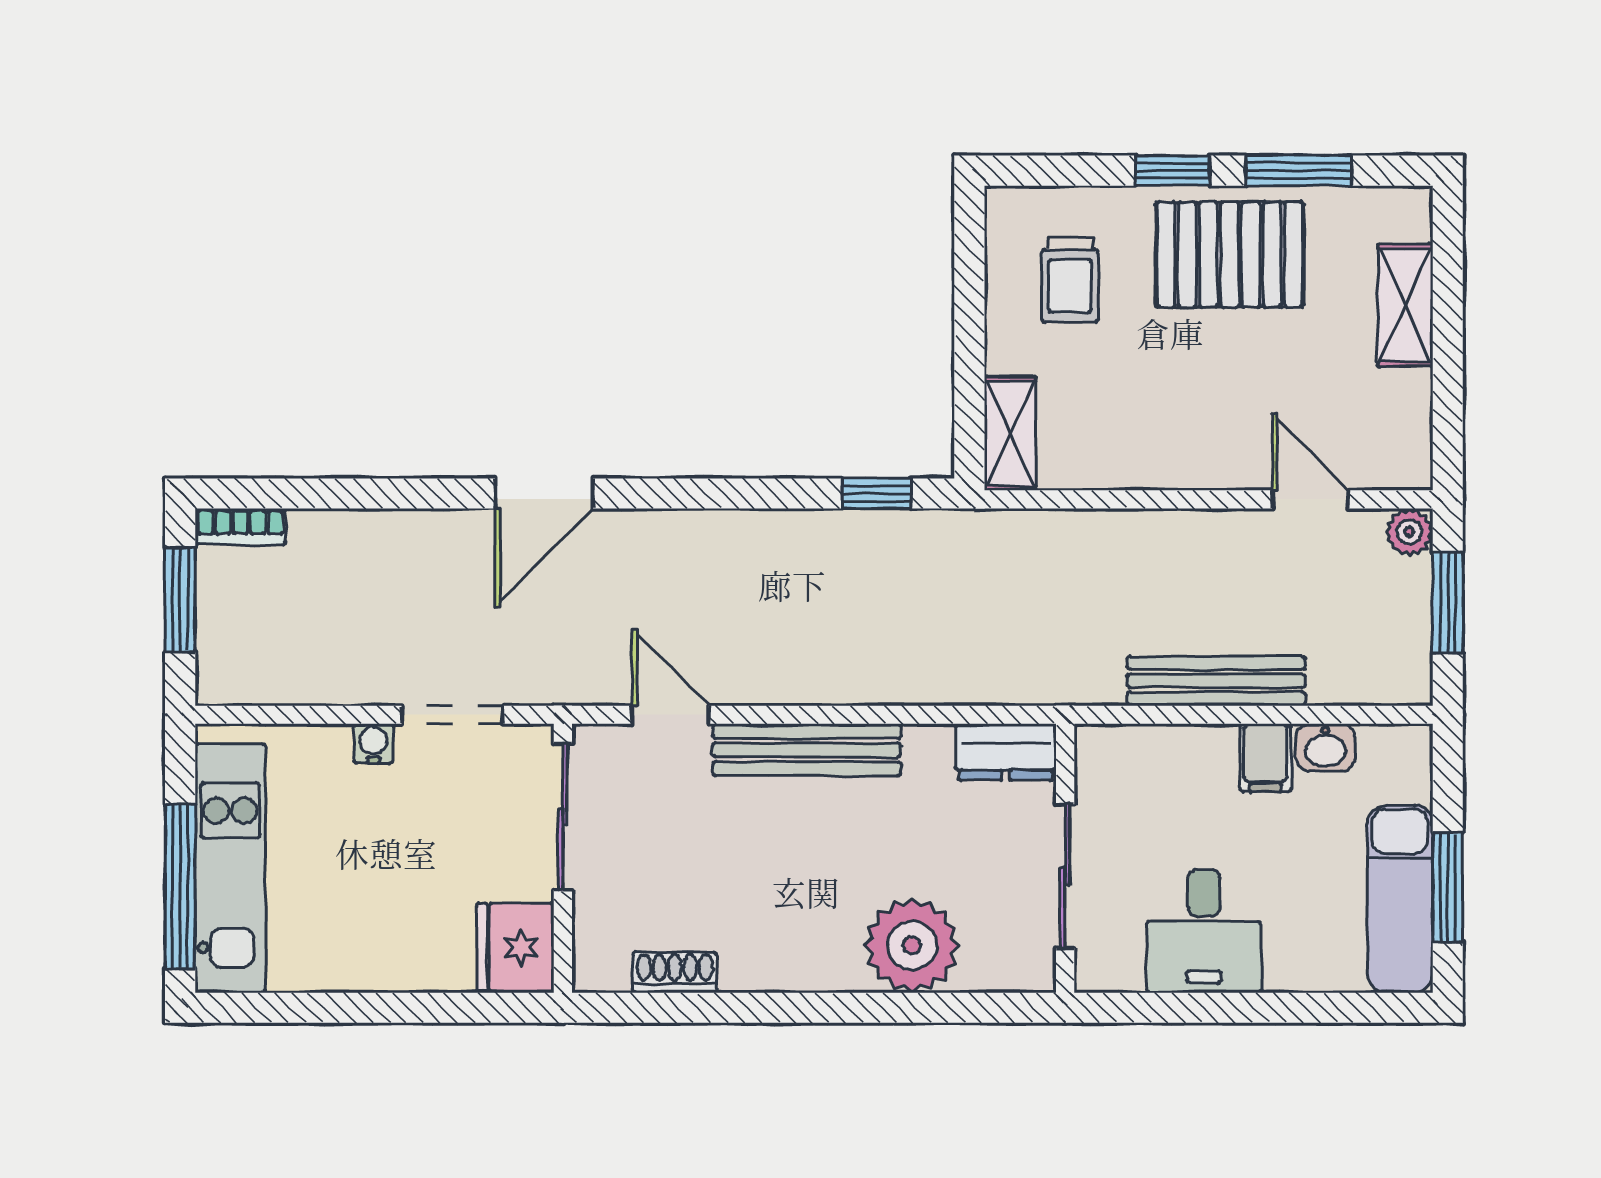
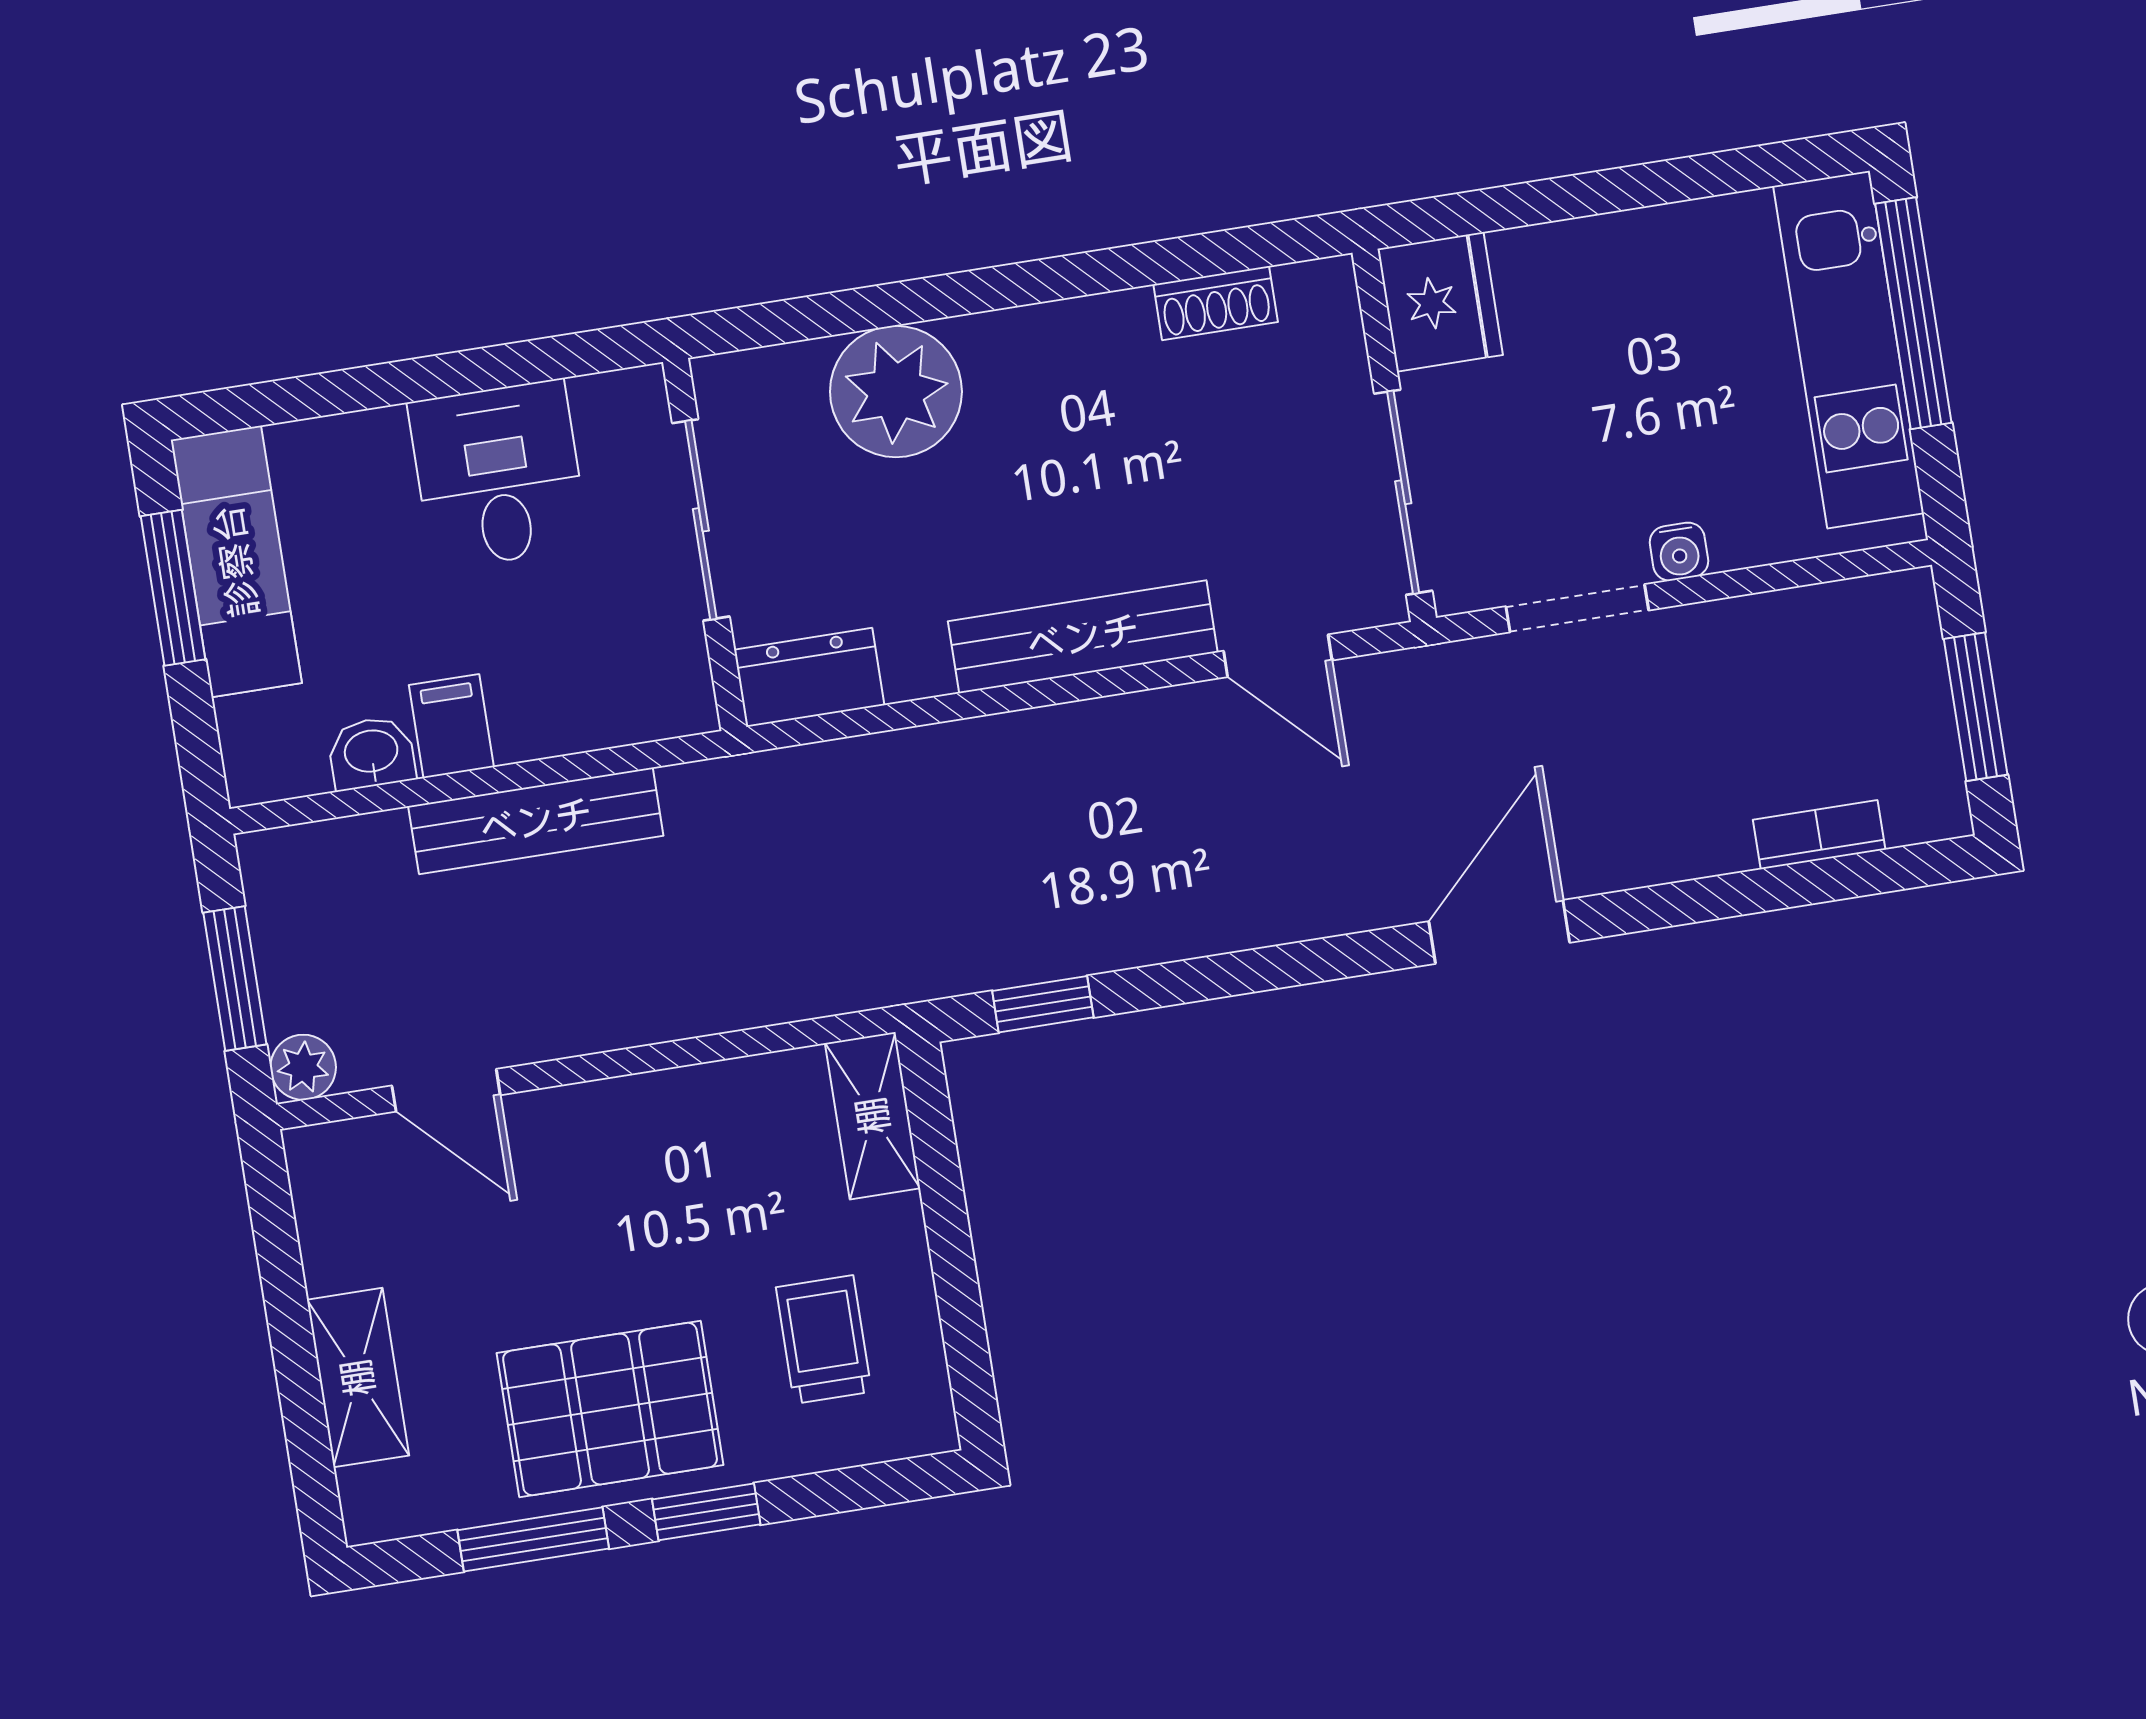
bookcase: (240, 527) -> (1819, 835), moved

